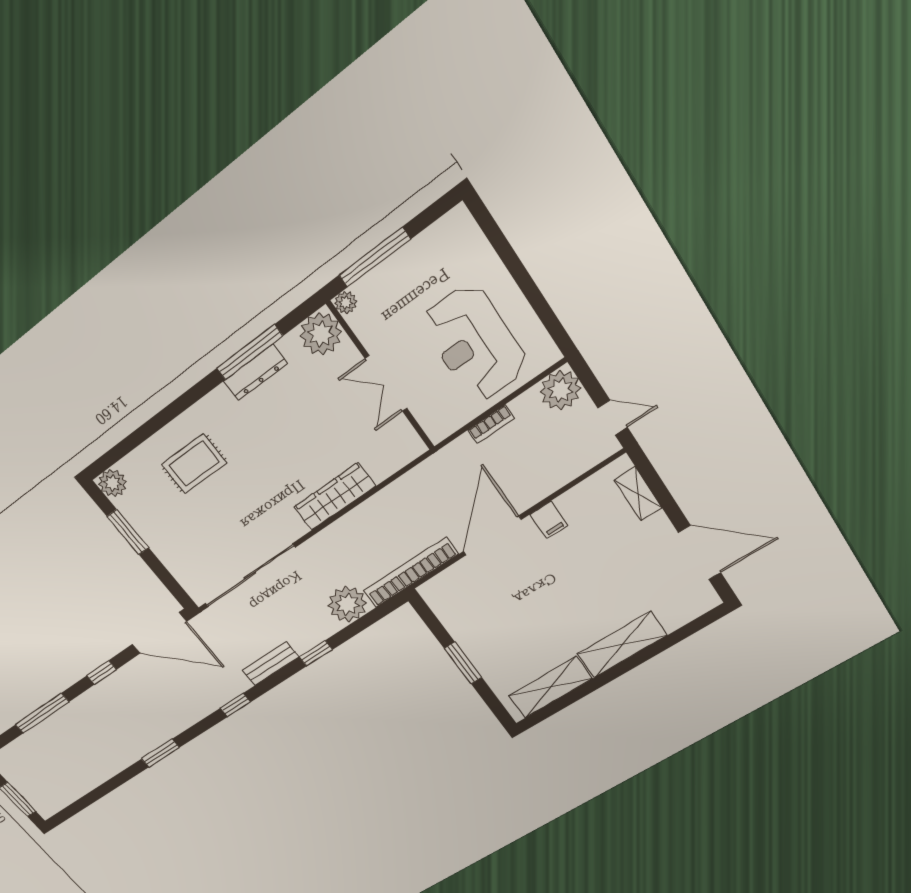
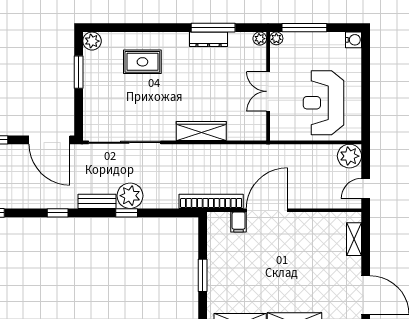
water cooler: (458, 221) -> (354, 40), added
plant: (321, 334) -> (260, 39), width x0.53, depth x0.53
door: (613, 418) -> (366, 188), swing flipped
bookcase: (491, 424) -> (305, 149), removed
filing cabinet: (549, 520) -> (239, 222), moved
plant: (347, 604) -> (130, 196), moved

